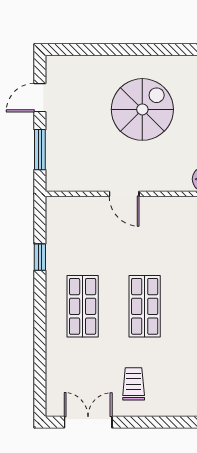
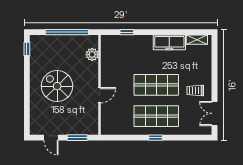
window: (40, 257) -> (155, 138), moved
shop shelf: (83, 306) -> (156, 116), width x1.43, depth x1.36
shop shelf: (145, 306) -> (156, 85), width x1.43, depth x1.36

